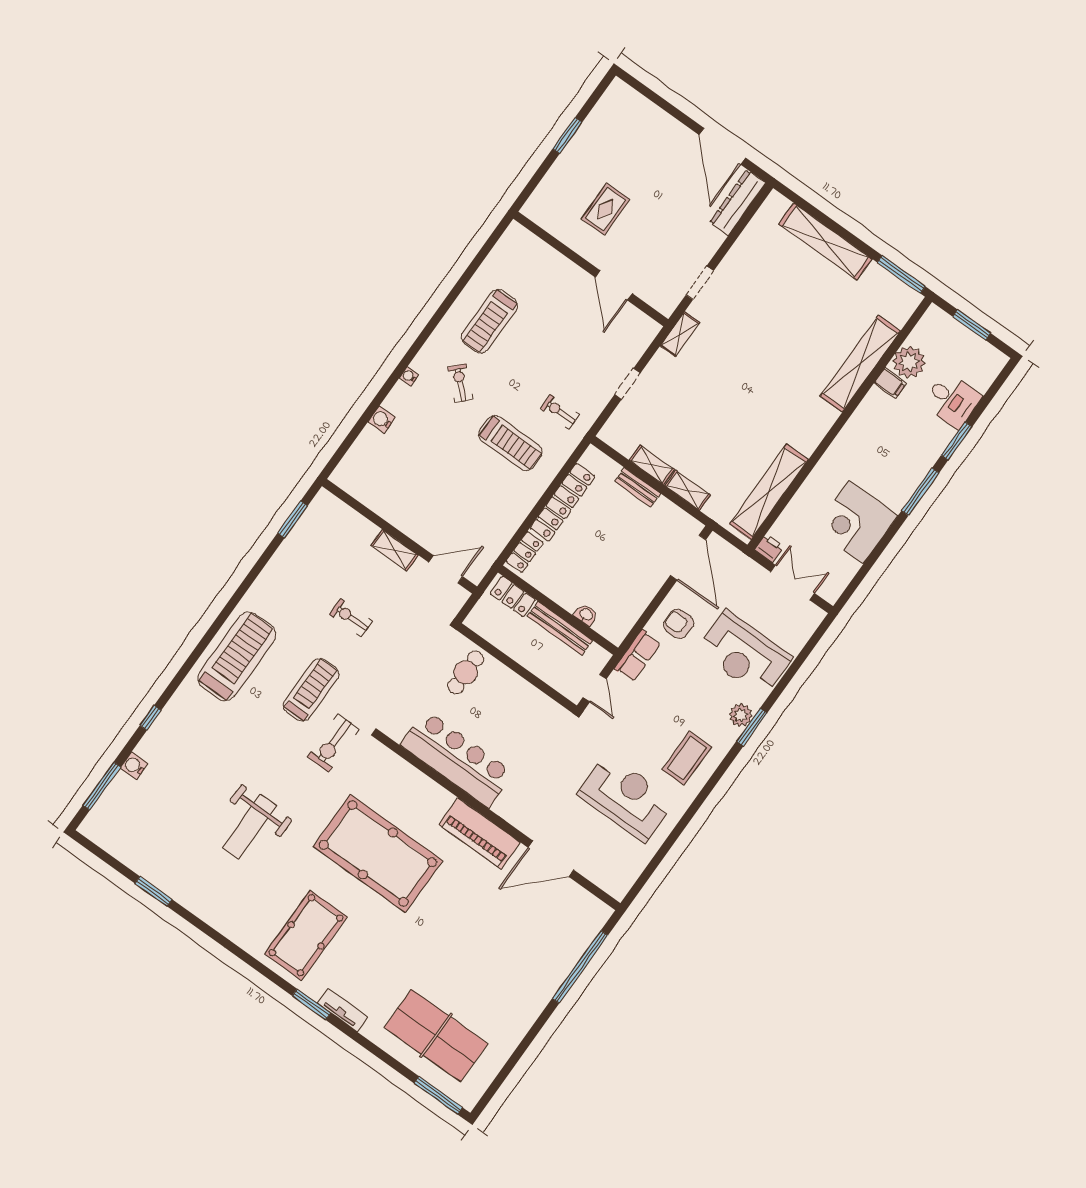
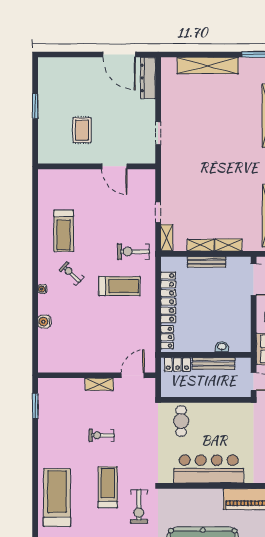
shelving: (680, 334) -> (167, 238), moved
exercise bike: (560, 412) -> (133, 252), width x1.38, depth x1.39
bench: (638, 487) -> (207, 262), width x1.36

